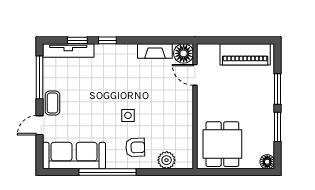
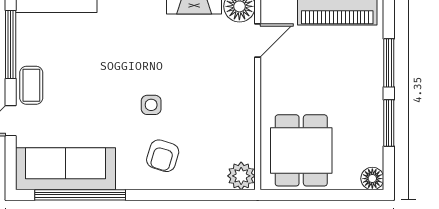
door: (195, 75) -> (258, 41), swing flipped
armchair: (135, 147) -> (163, 156), turned 109
plant: (167, 160) -> (241, 176), moved
window: (107, 172) -> (80, 195), moved

